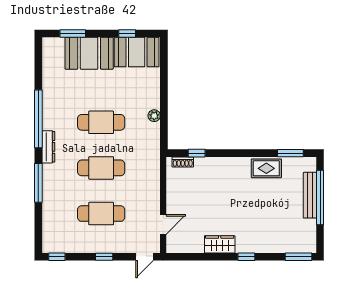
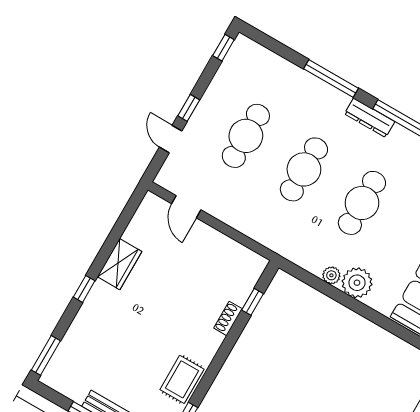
plant: (150, 98) -> (357, 283), added
shoe rack: (183, 162) -> (228, 318), moved
door: (145, 257) -> (171, 139), moved

